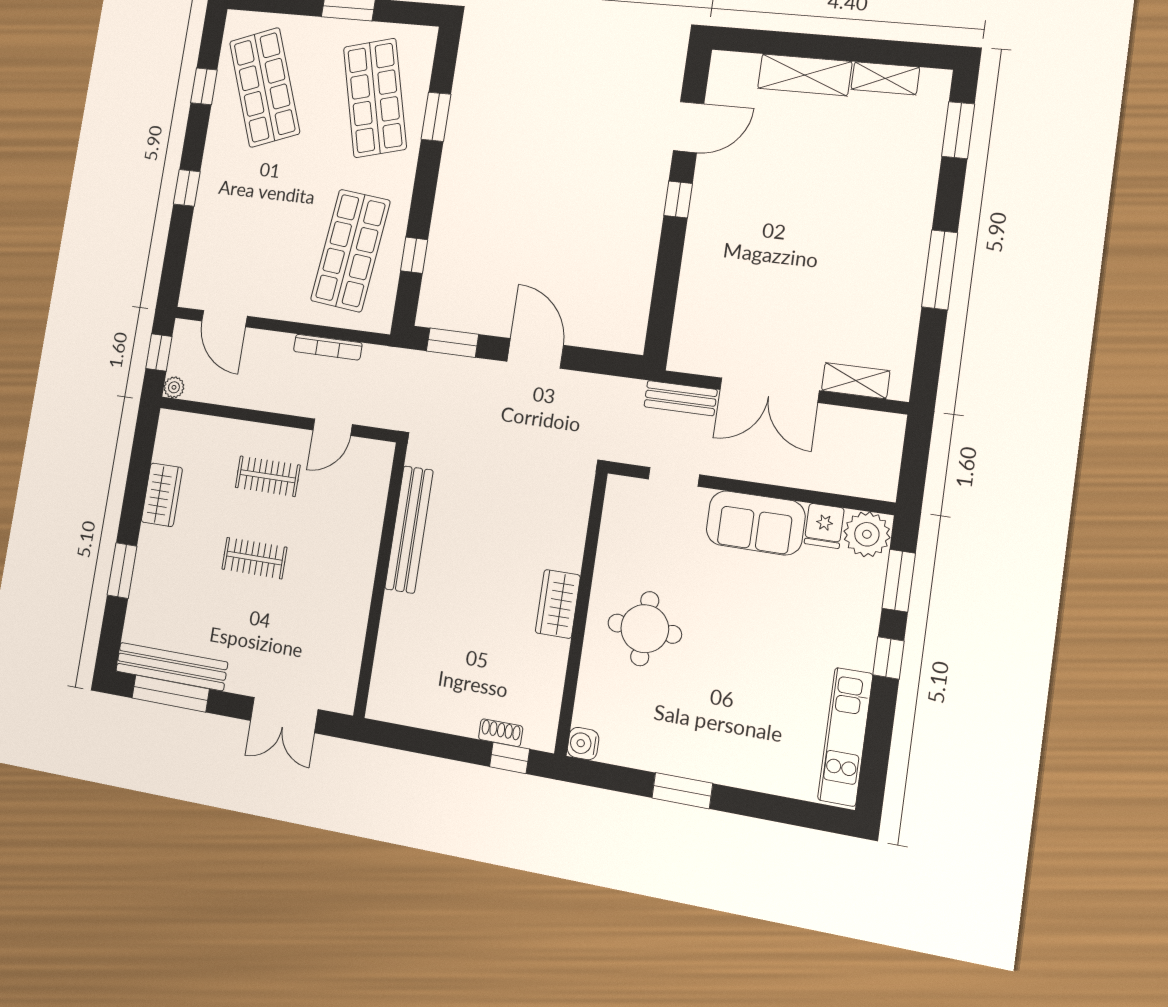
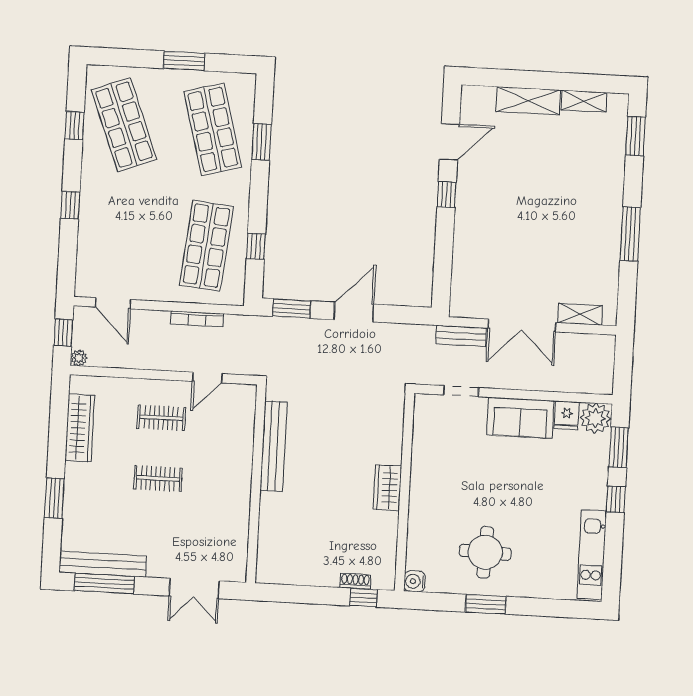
door: (535, 353) -> (354, 312), hinge flipped
wardrobe: (162, 495) -> (80, 428), width x1.50
round table: (645, 629) -> (485, 552), moved

